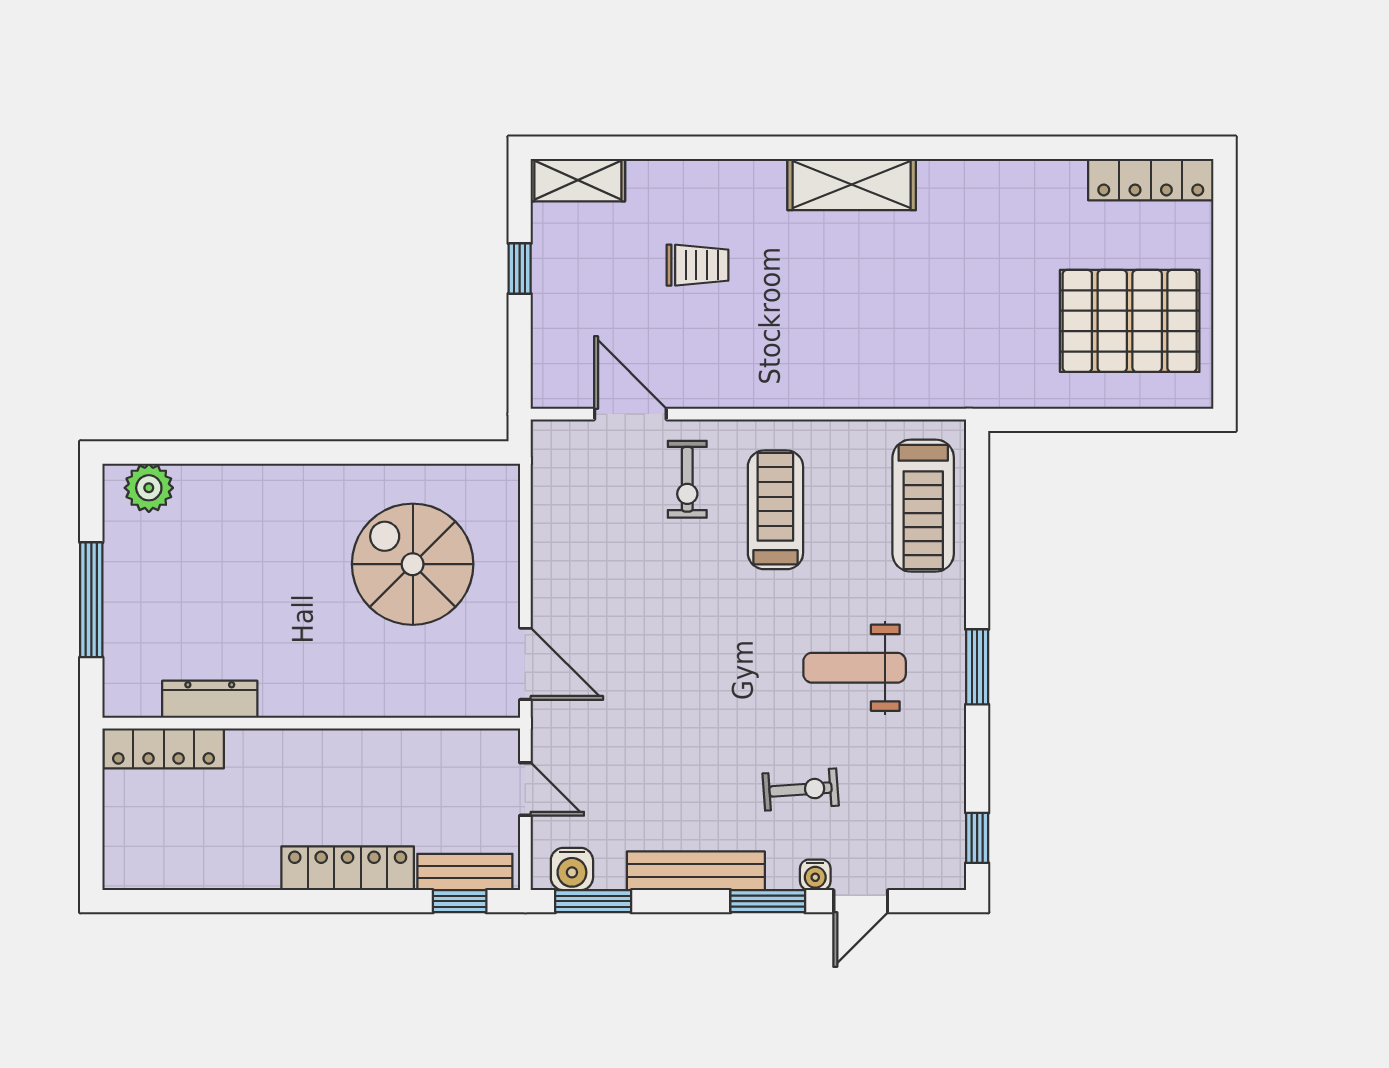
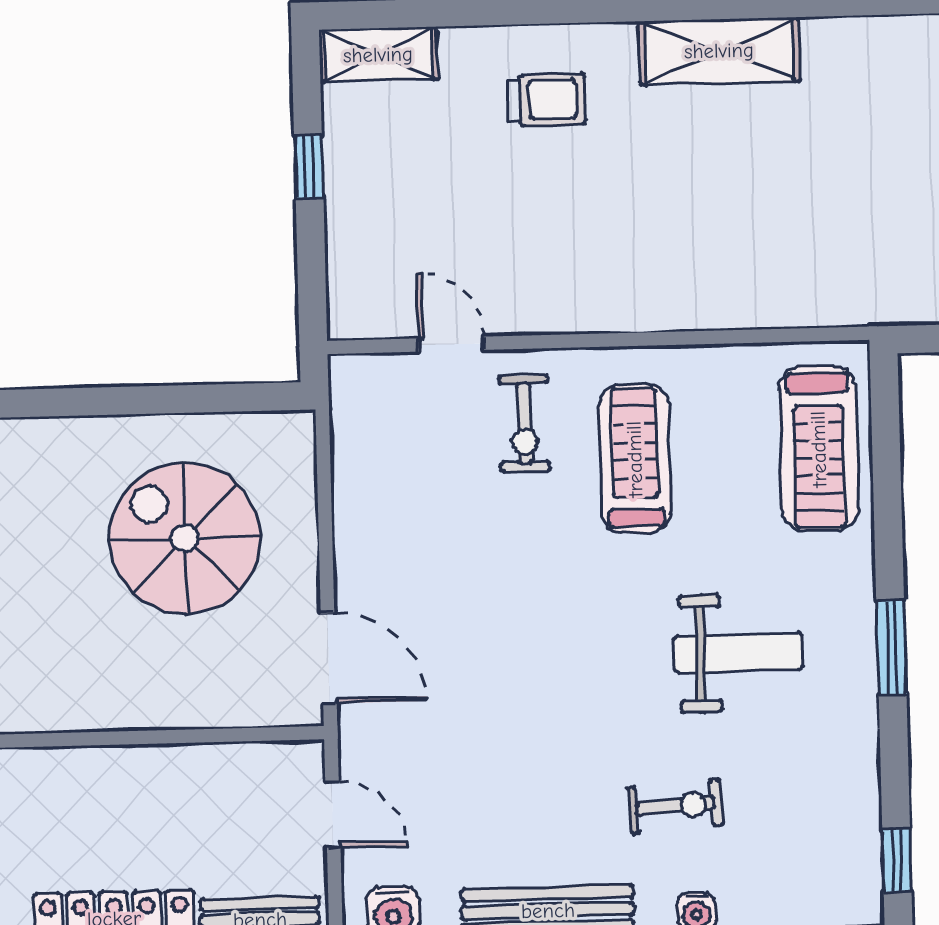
trolley: (697, 265) -> (547, 100), moved
door: (630, 414) -> (451, 344), width x0.73
weight bench: (855, 668) -> (739, 653), turned 180

